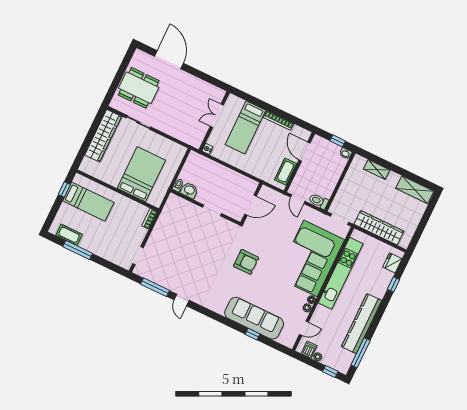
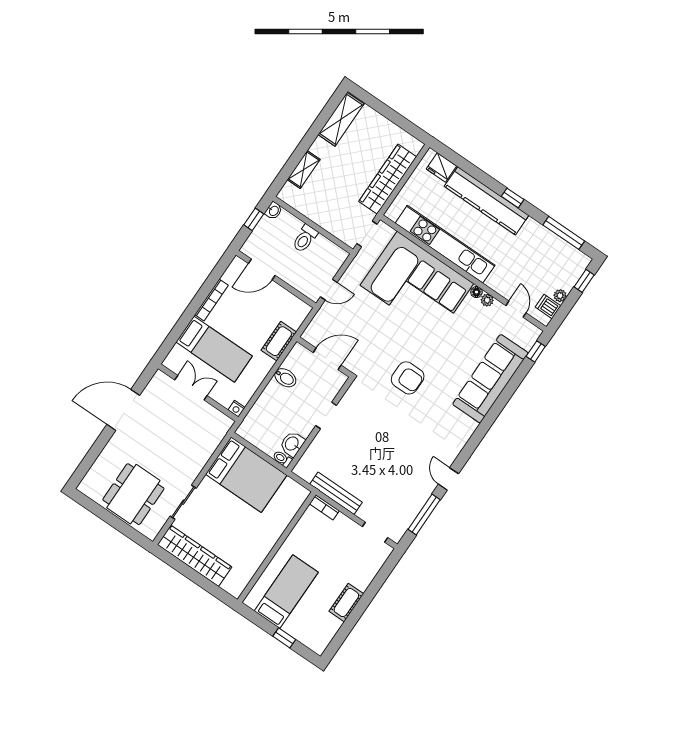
door: (169, 60) -> (123, 410), moved
double door: (217, 116) -> (191, 388), swing flipped
cot: (286, 172) -> (279, 341), moved, turned 90
bed: (141, 174) -> (246, 475), moved, turned 180
bidet: (233, 179) -> (285, 378), added
window: (64, 189) -> (284, 638), moved
toilet: (319, 201) -> (305, 239), moved
door: (251, 205) -> (327, 359), hinge flipped
bench: (160, 225) -> (336, 493), added
cot: (69, 235) -> (346, 603), moved
window: (78, 250) -> (353, 618), removed
armchair: (246, 262) -> (408, 378), turned 90
window: (394, 284) -> (513, 198), moved
door: (182, 300) -> (448, 479), swing flipped
kitchen counter: (362, 324) -> (487, 201), moved
window: (253, 334) -> (536, 351), moved

